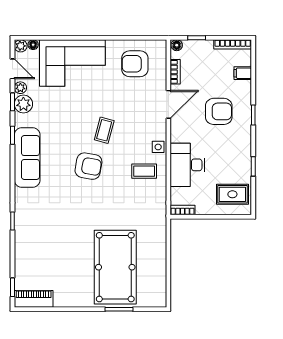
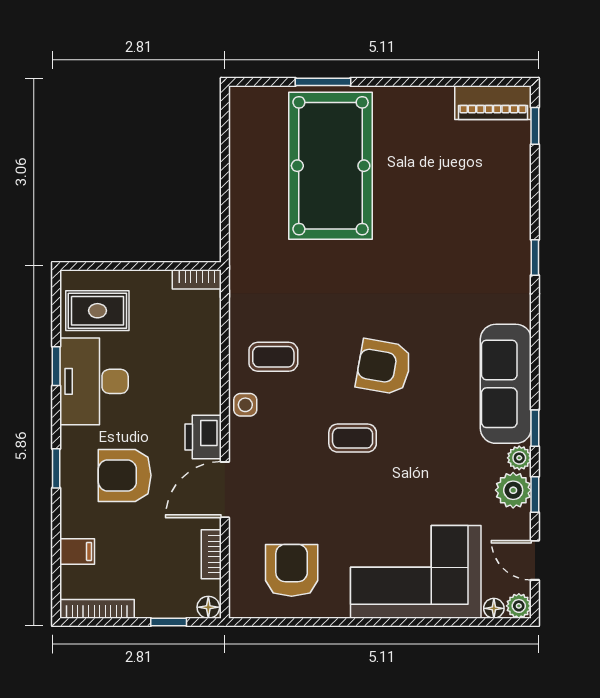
armchair: (135, 64) -> (292, 570), turned -90
plant: (20, 88) -> (519, 458), moved
coffee table: (104, 130) -> (353, 438), turned 75
printer: (179, 131) -> (203, 437), added
desk: (187, 165) -> (94, 381), moved, turned 180

